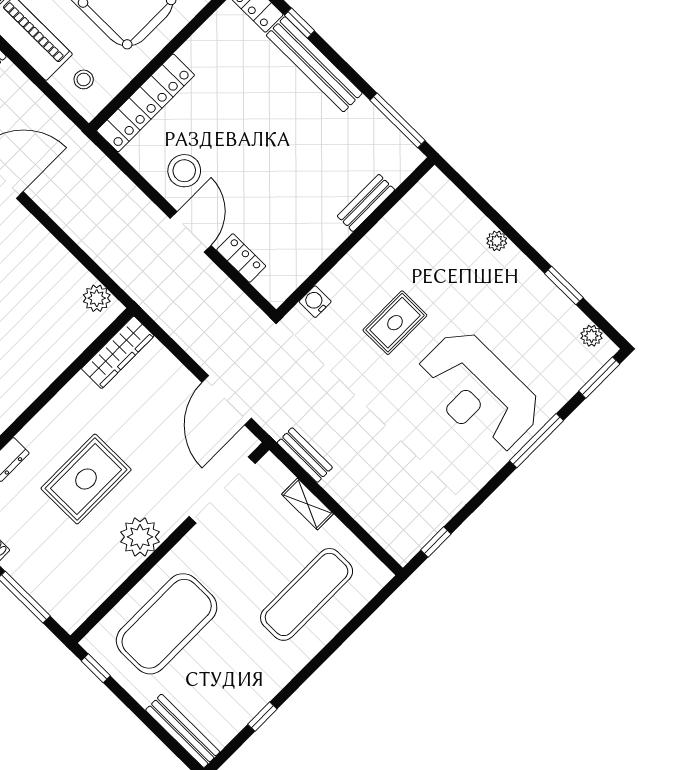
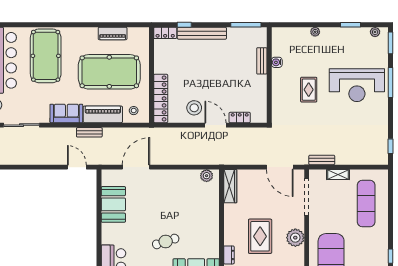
water cooler: (315, 302) -> (277, 62), moved

